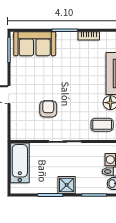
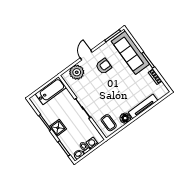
sofa: (35, 44) -> (130, 53), width x1.36
armchair: (48, 109) -> (104, 66), moved
plant: (20, 119) -> (77, 72), added

